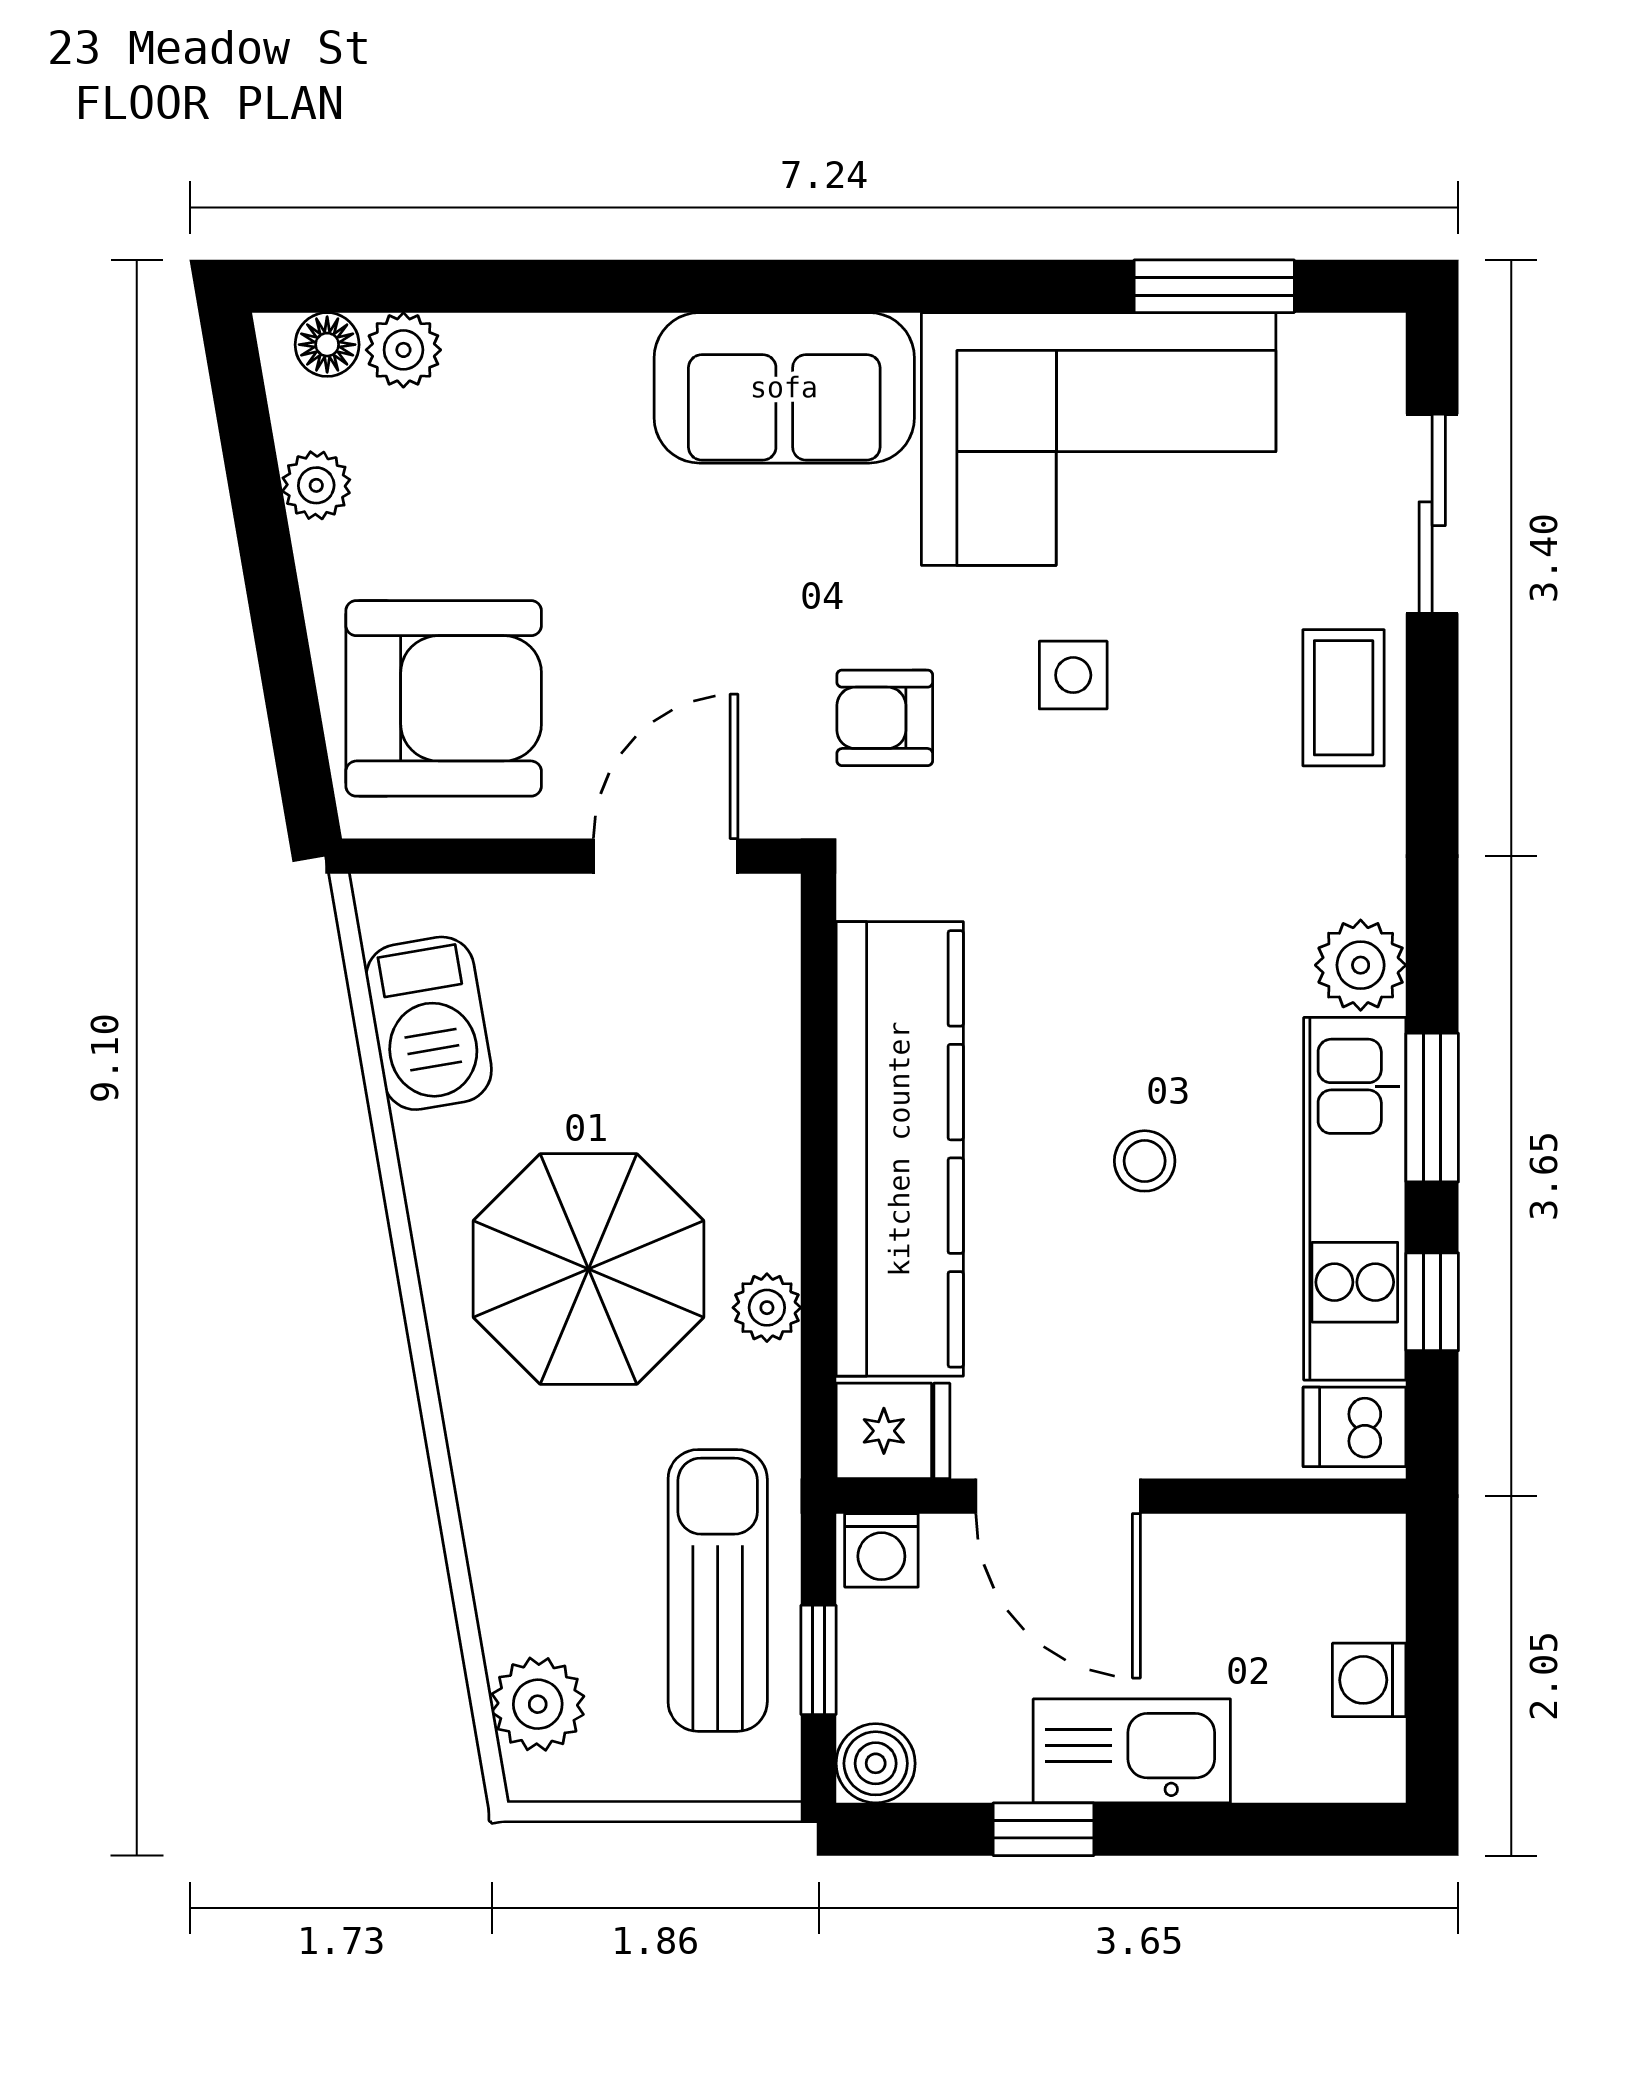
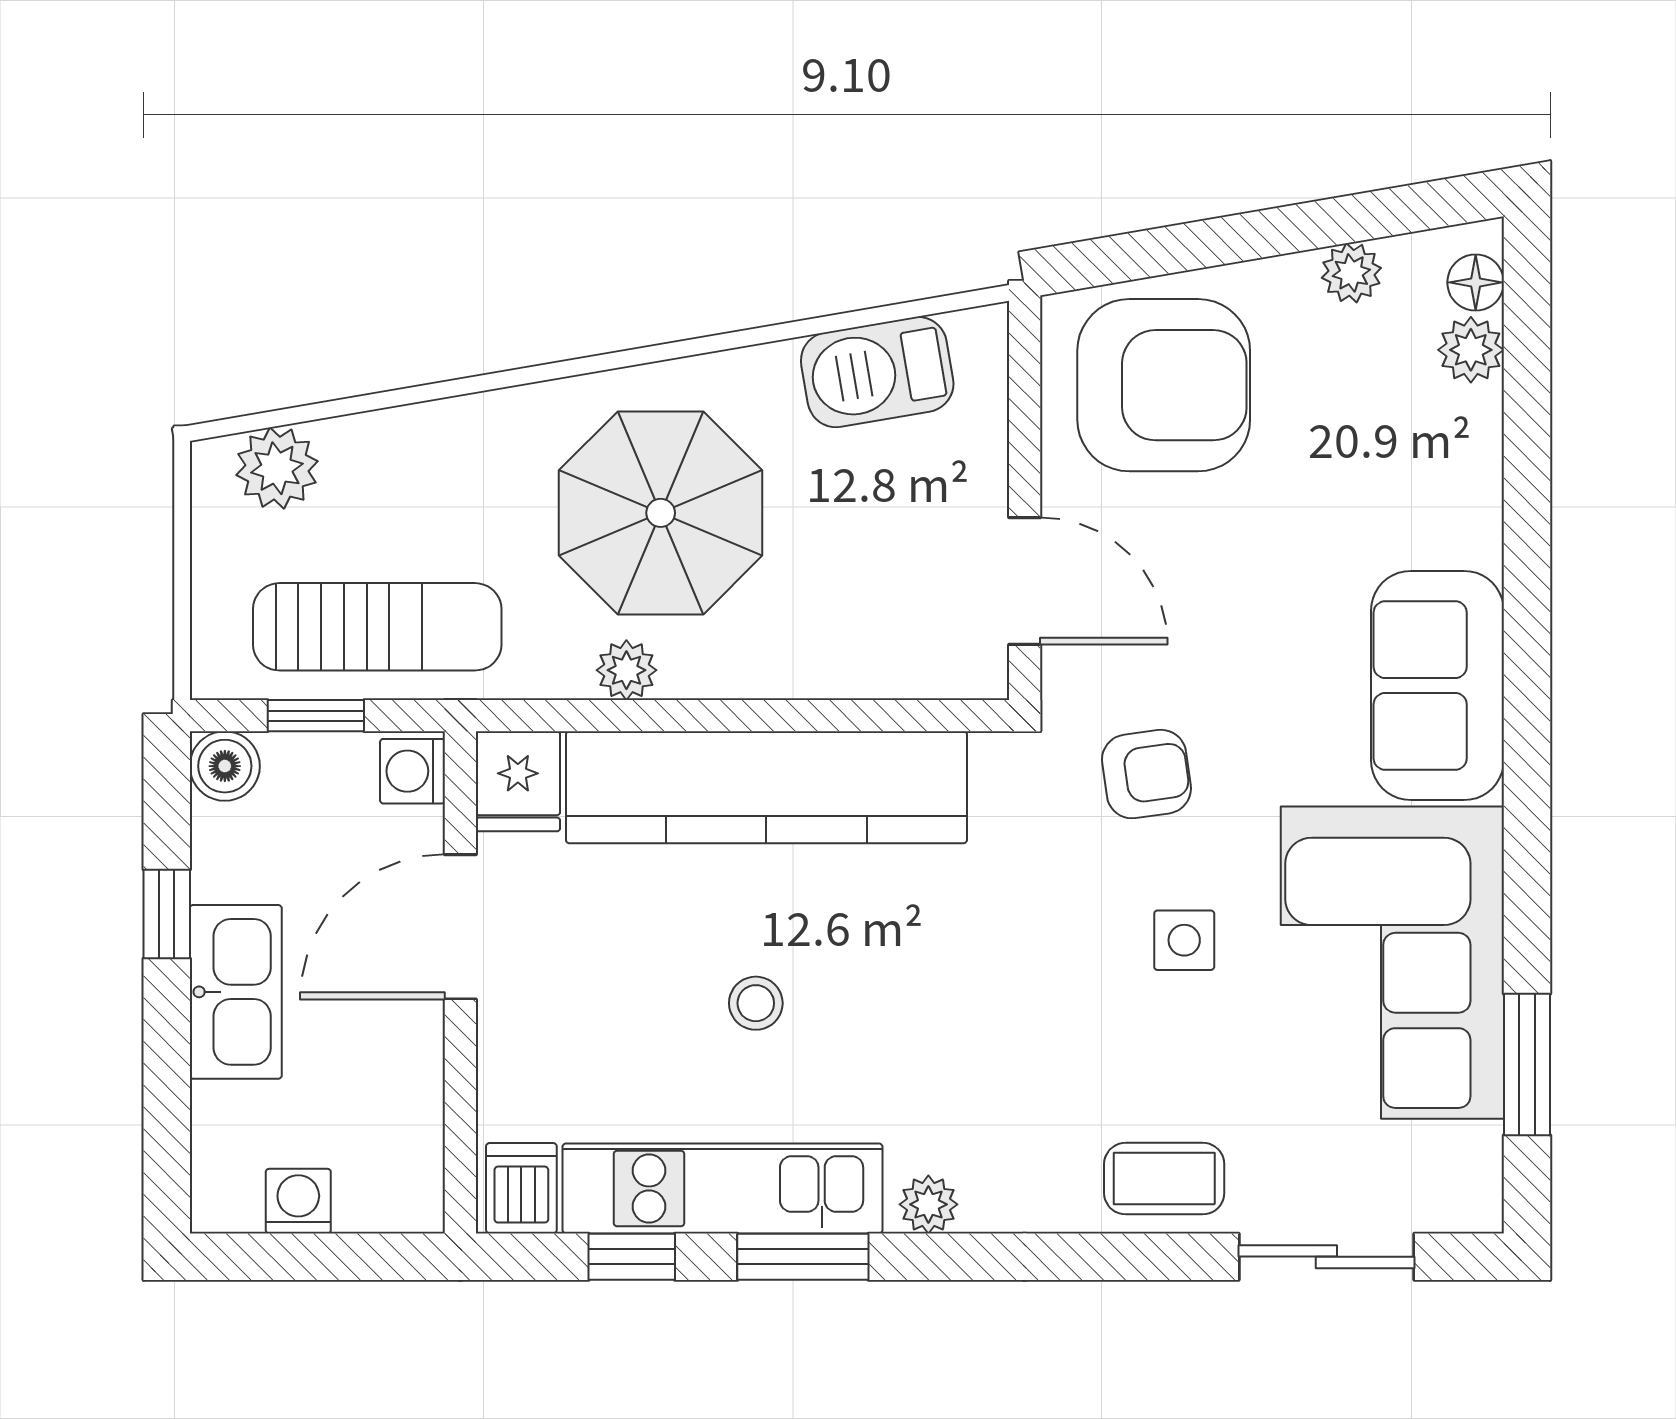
armchair: (444, 698) -> (1164, 385), turned -90
armchair: (885, 718) -> (1146, 774), turned 82
plant: (1361, 965) -> (928, 1204), width x0.73, depth x0.73

